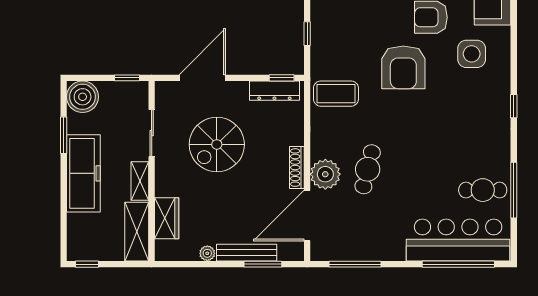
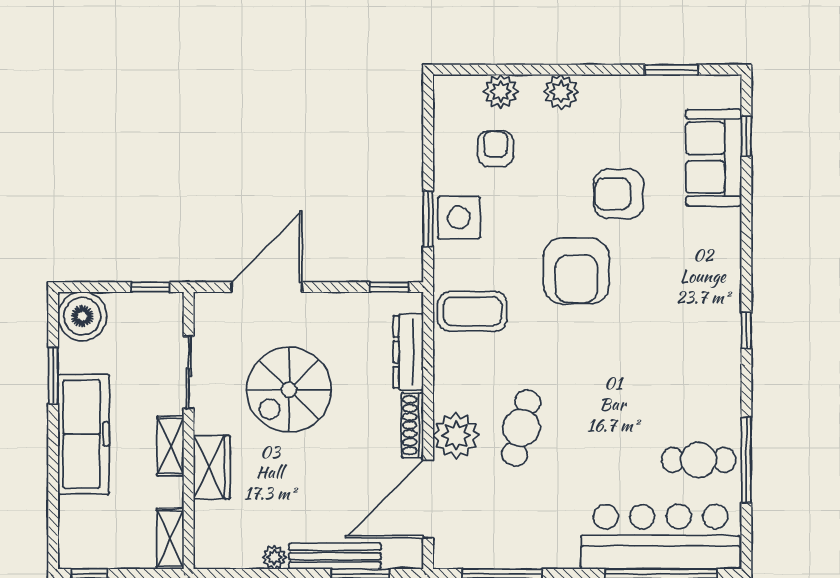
window: (307, 34) -> (428, 219), width x1.50
side table: (472, 54) -> (459, 218), moved
dresser: (274, 91) -> (408, 352), moved, turned 90
wardrobe: (167, 218) -> (212, 467), moved
shelving: (137, 232) -> (170, 539), width x0.67, depth x0.75

